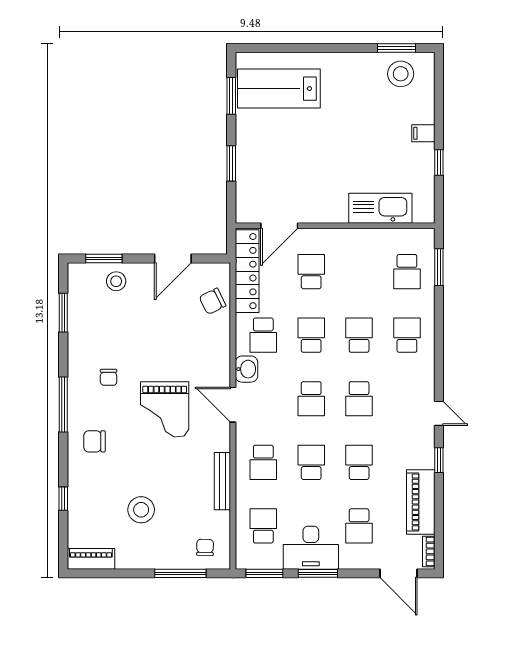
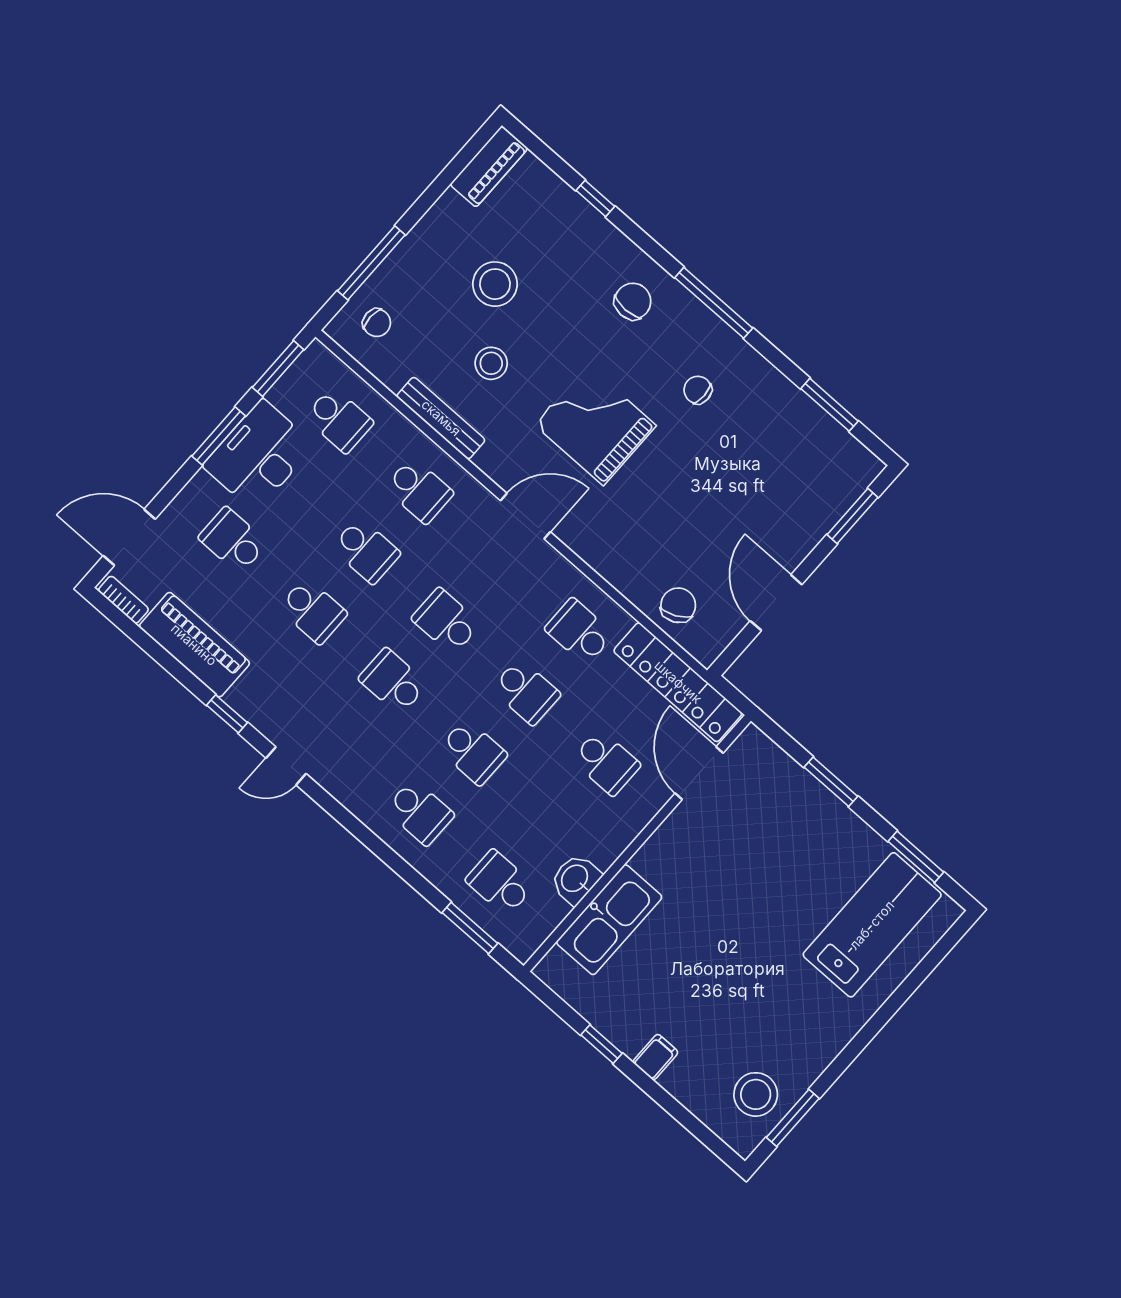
stool: (116, 281) -> (491, 363), moved
washbasin: (247, 369) -> (575, 879), moved, turned 90
school desk: (263, 462) -> (419, 490), turned 180

